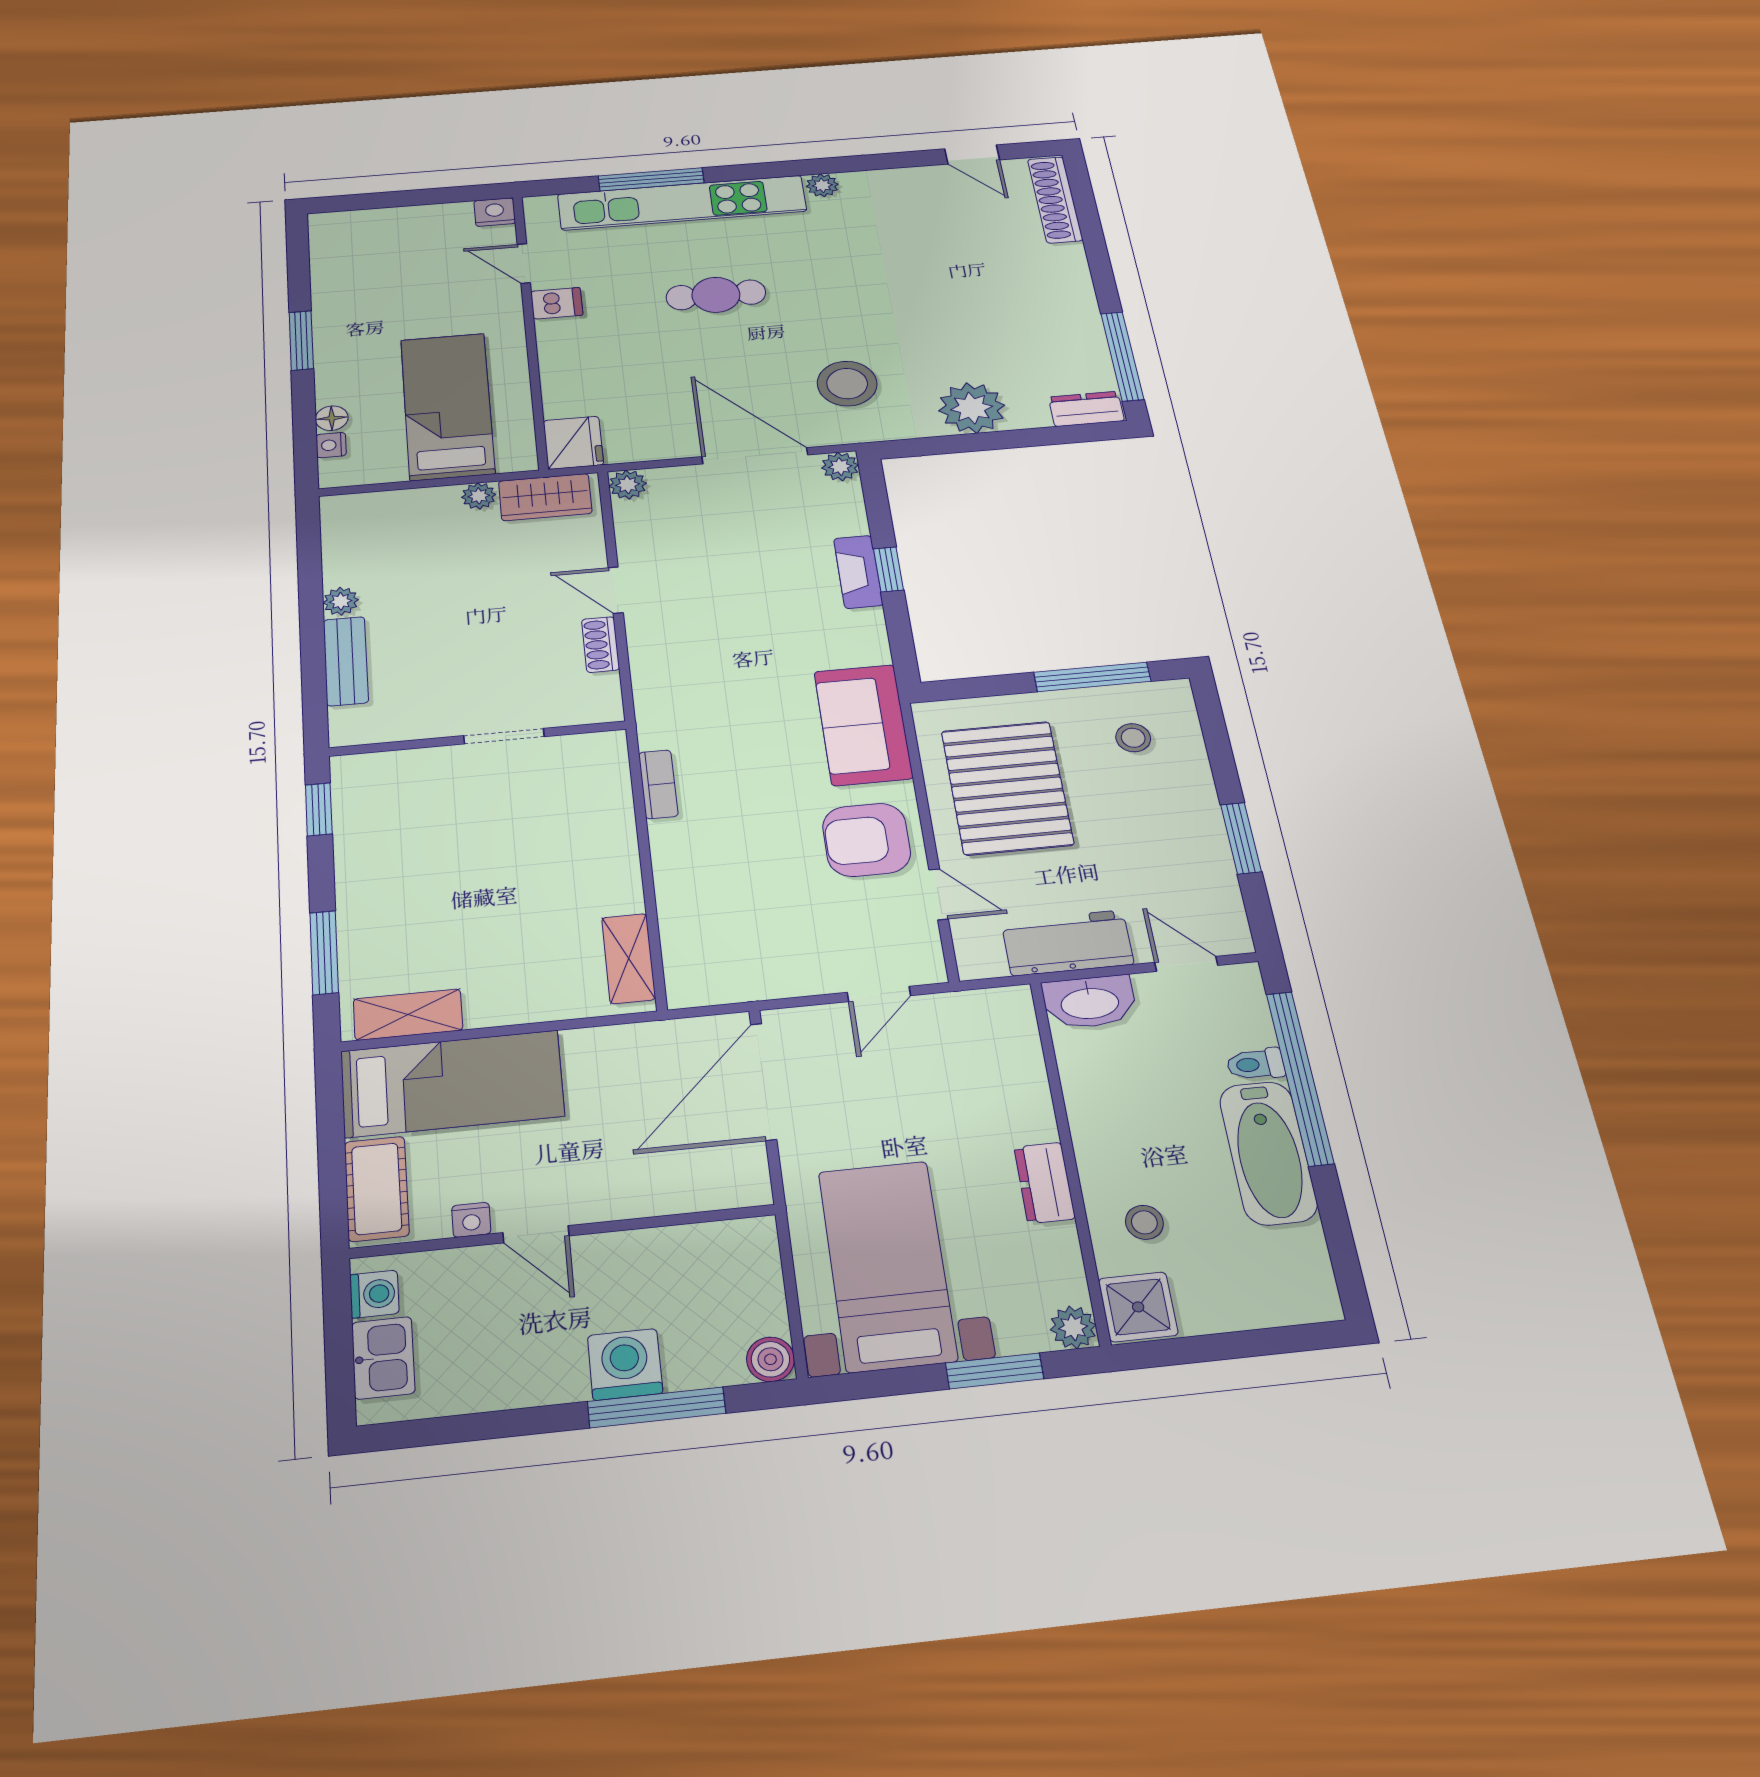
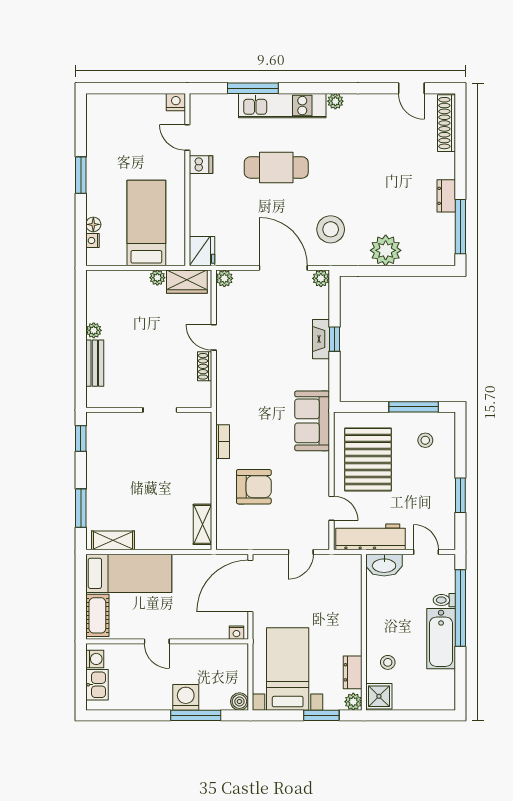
kitchen unit: (682, 203) -> (282, 106), width x0.73
cafe table: (716, 295) -> (276, 167), width x1.37, depth x1.35
dresser: (1086, 409) -> (446, 196), moved, turned -90
armchair: (867, 840) -> (254, 487), moved, turned 180
workbench: (1067, 943) -> (371, 537), width x1.38
dresser: (1045, 1183) -> (353, 672), moved
nightstand: (471, 1220) -> (236, 633), moved

